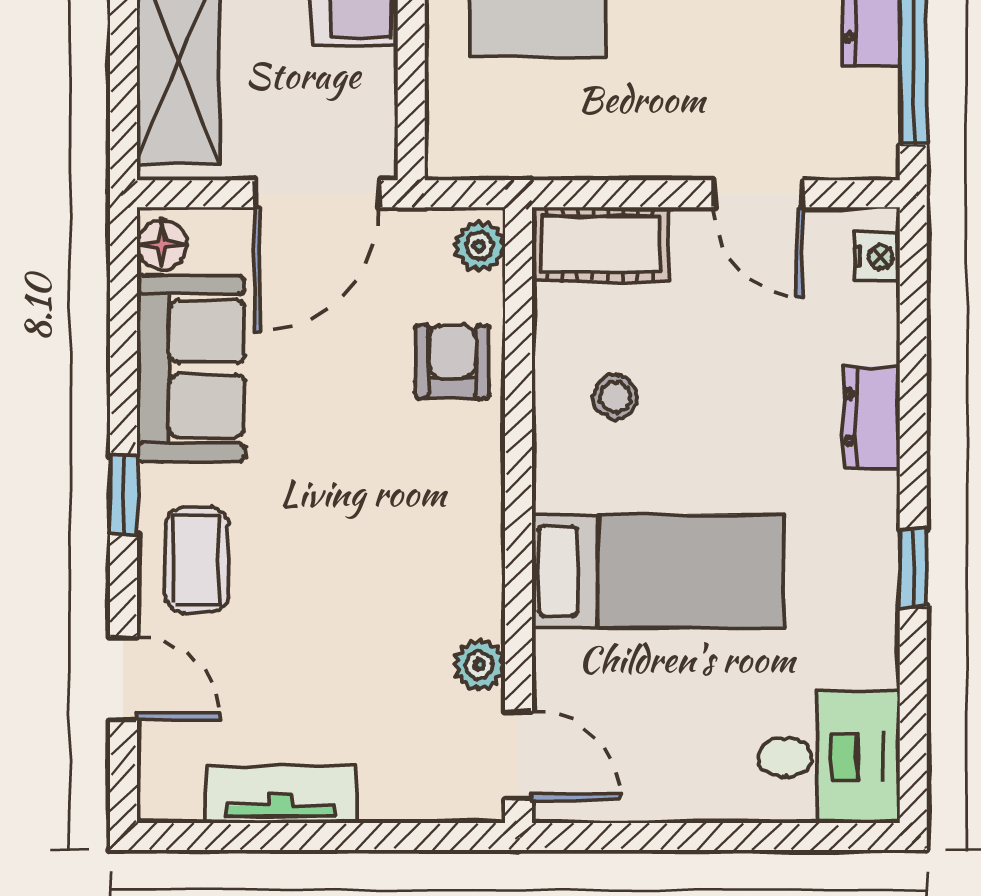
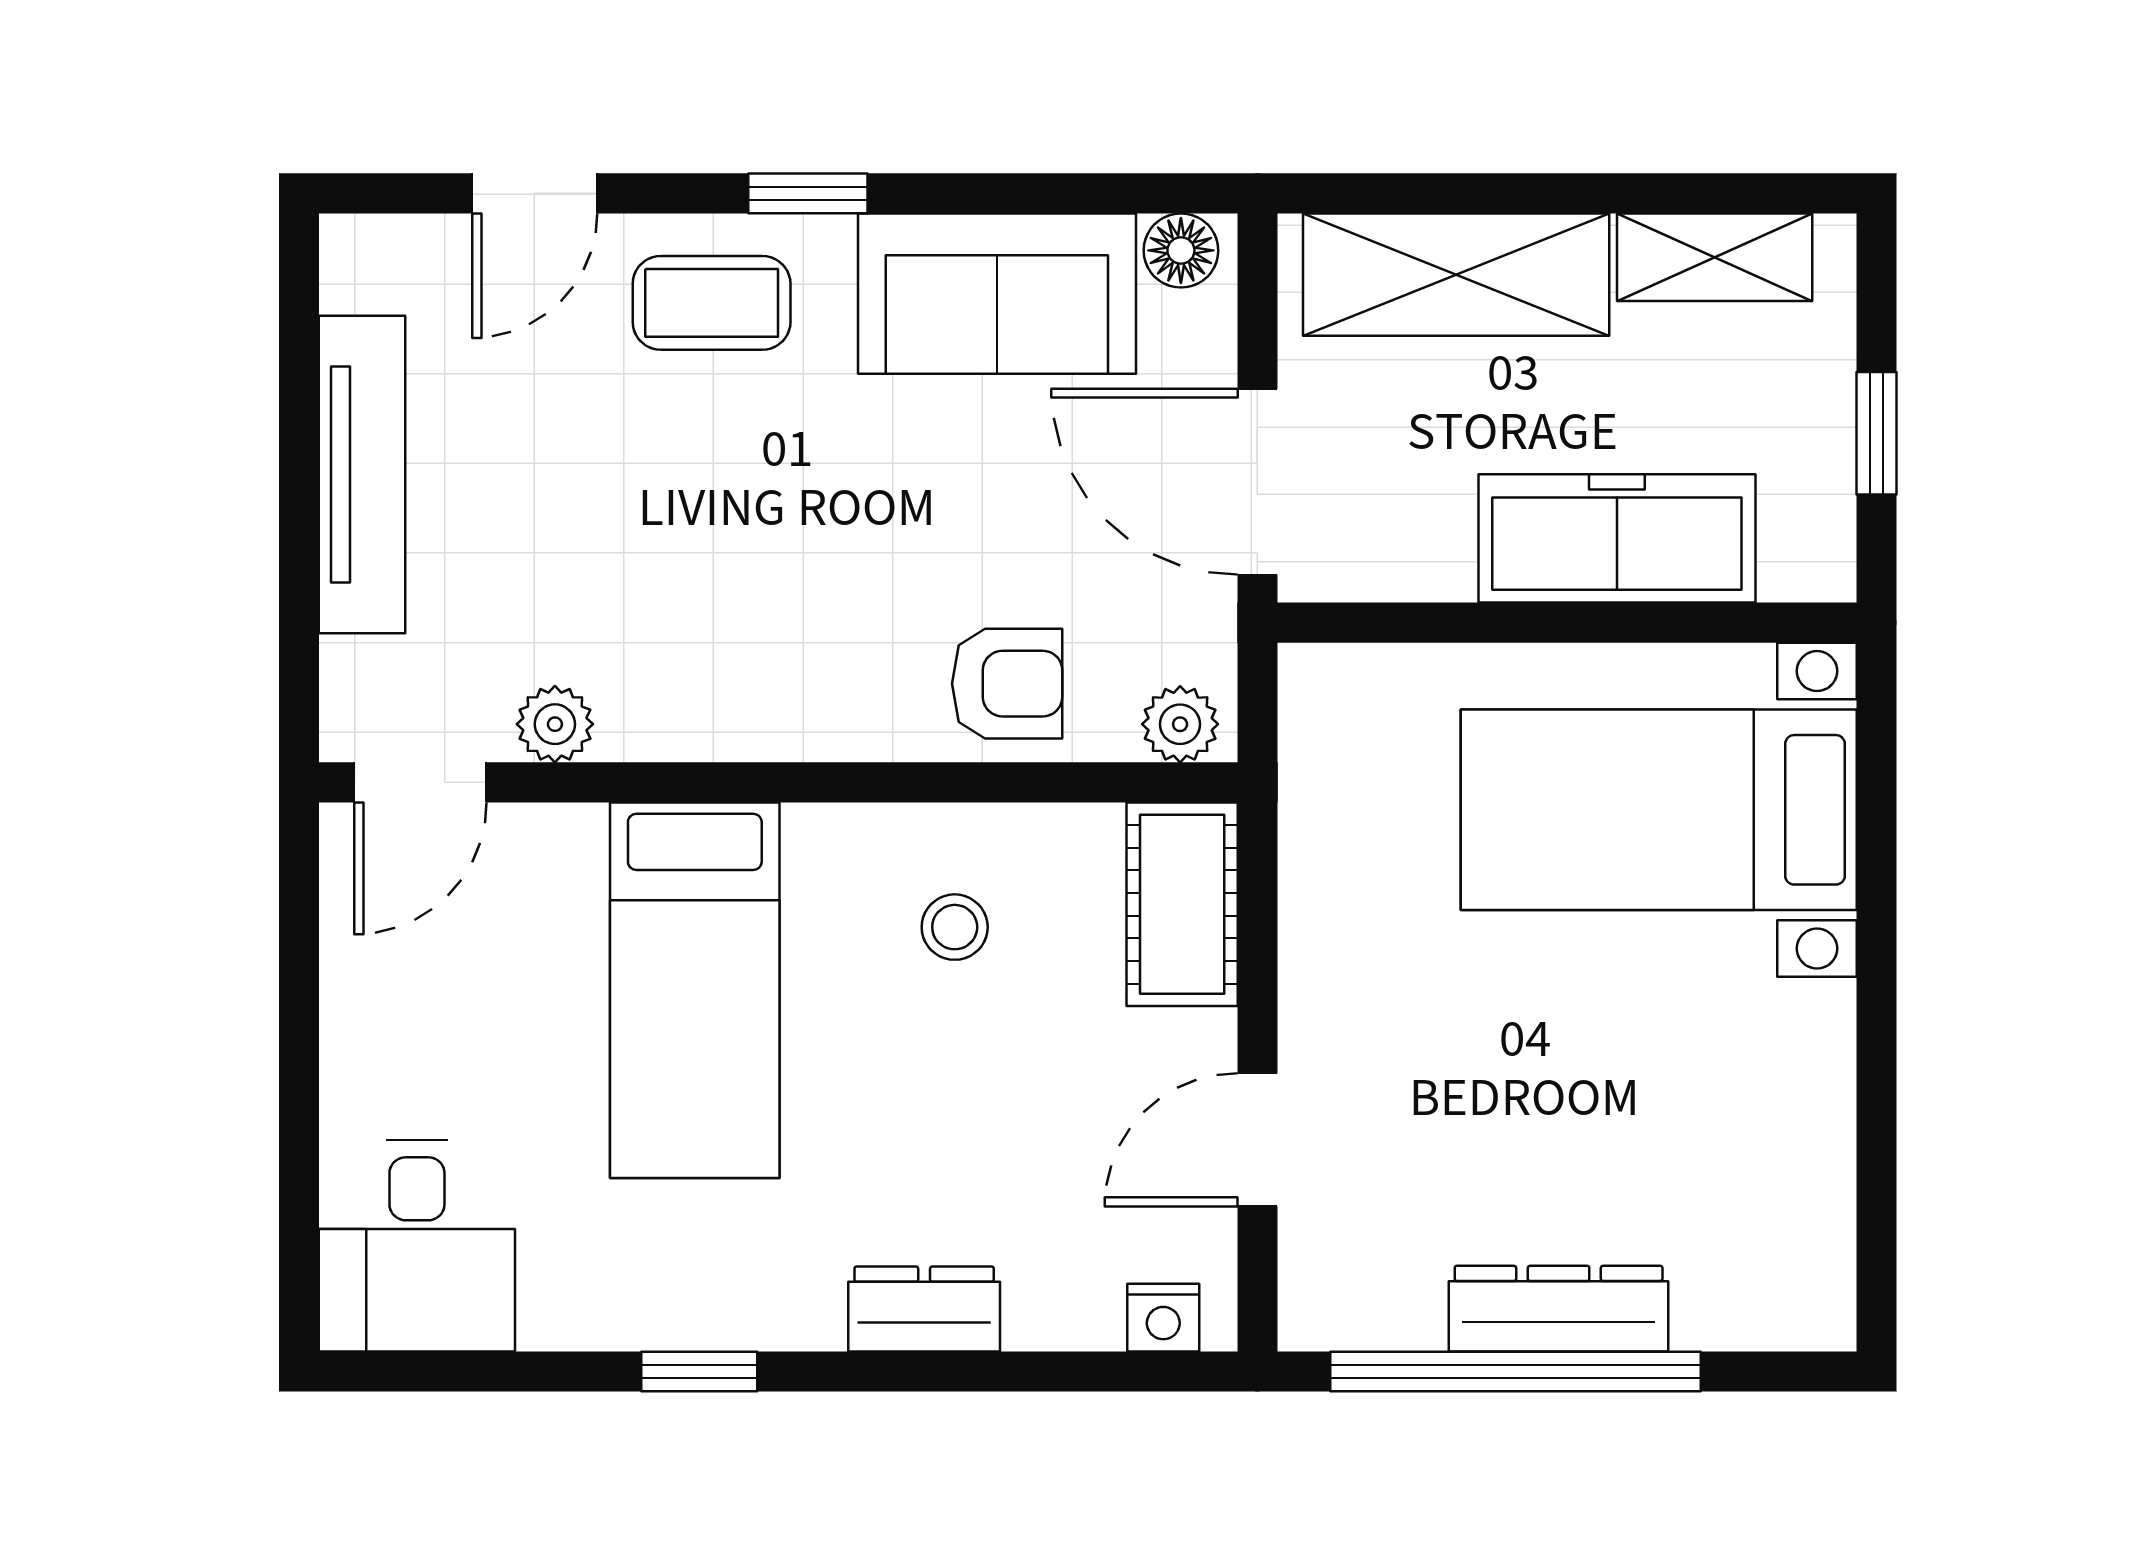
tv unit: (281, 794) -> (362, 475), width x1.41

